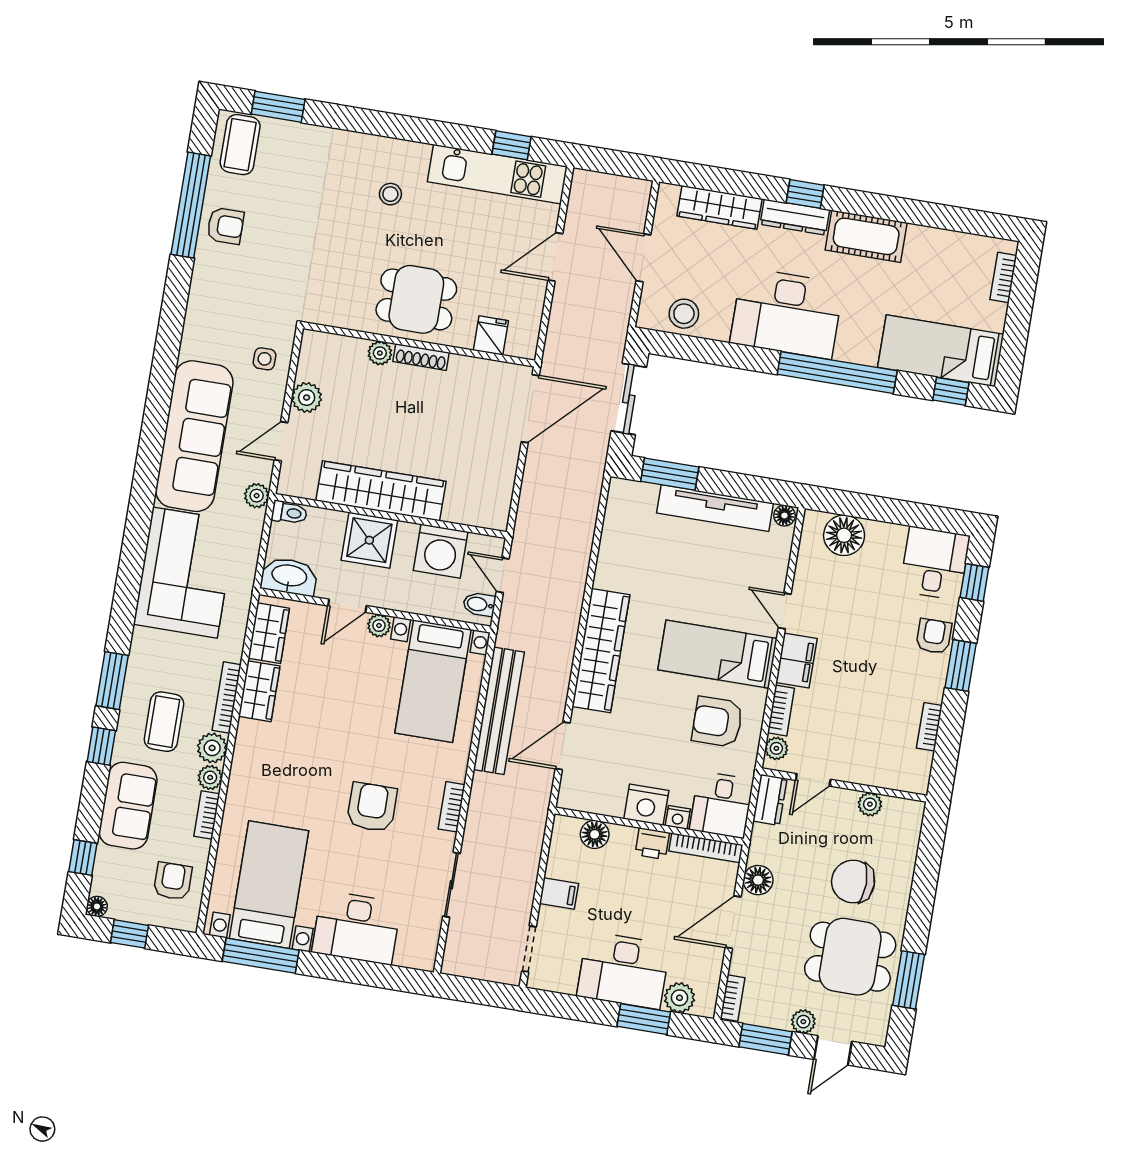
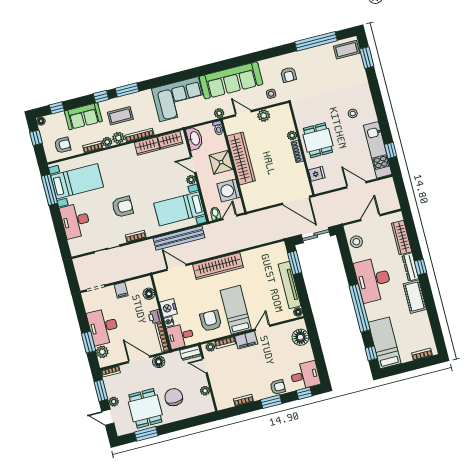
armchair: (225, 226) -> (289, 75), moved

